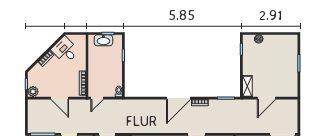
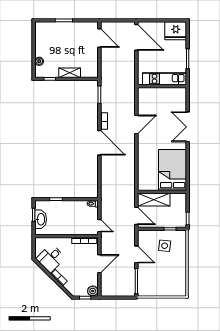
shelving: (247, 86) -> (70, 73), moved
door: (267, 98) -> (99, 38), moved

